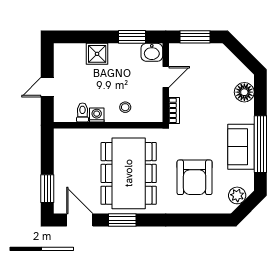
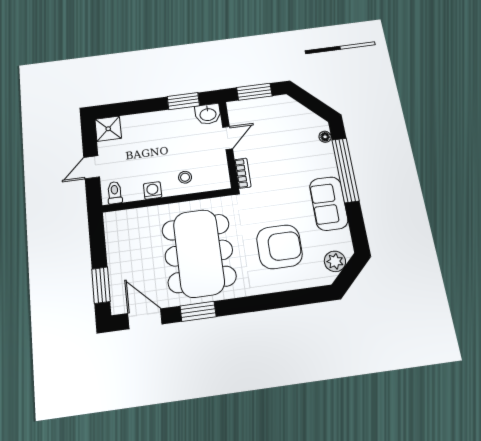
shower: (97, 54) -> (108, 129), moved
floor lamp: (244, 92) -> (325, 137), width x0.53, depth x0.53
toilet: (82, 113) -> (115, 193), moved
window: (260, 144) -> (345, 170), moved
armchair: (195, 177) -> (279, 247), turned -90

